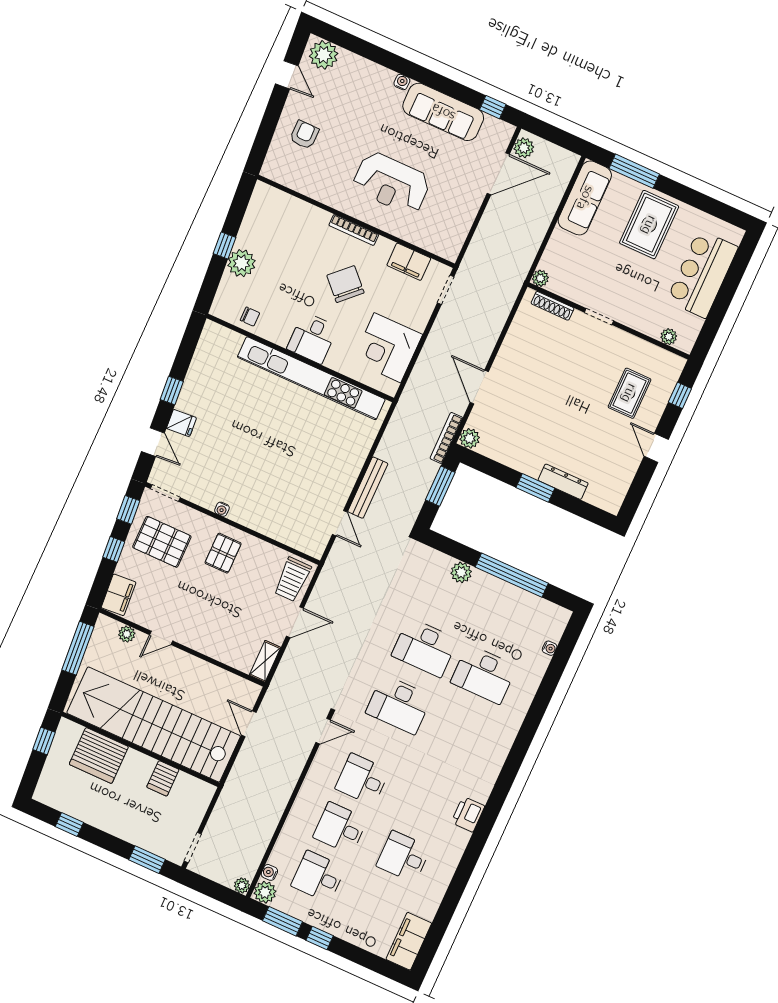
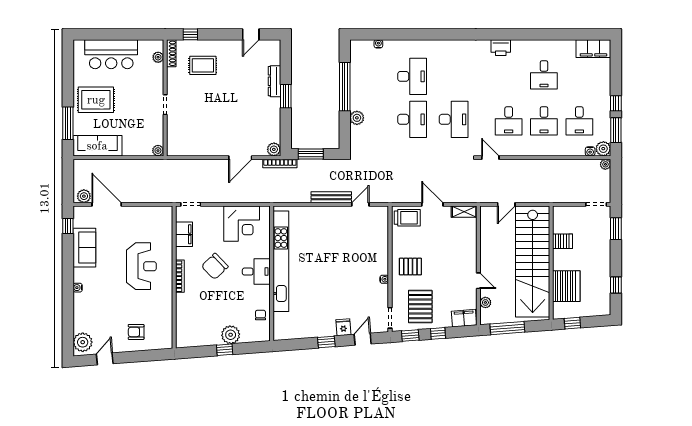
sofa: (443, 112) -> (84, 248), width x0.73
shoe rack: (553, 306) -> (171, 53), moved
door: (656, 448) -> (251, 34), moved

